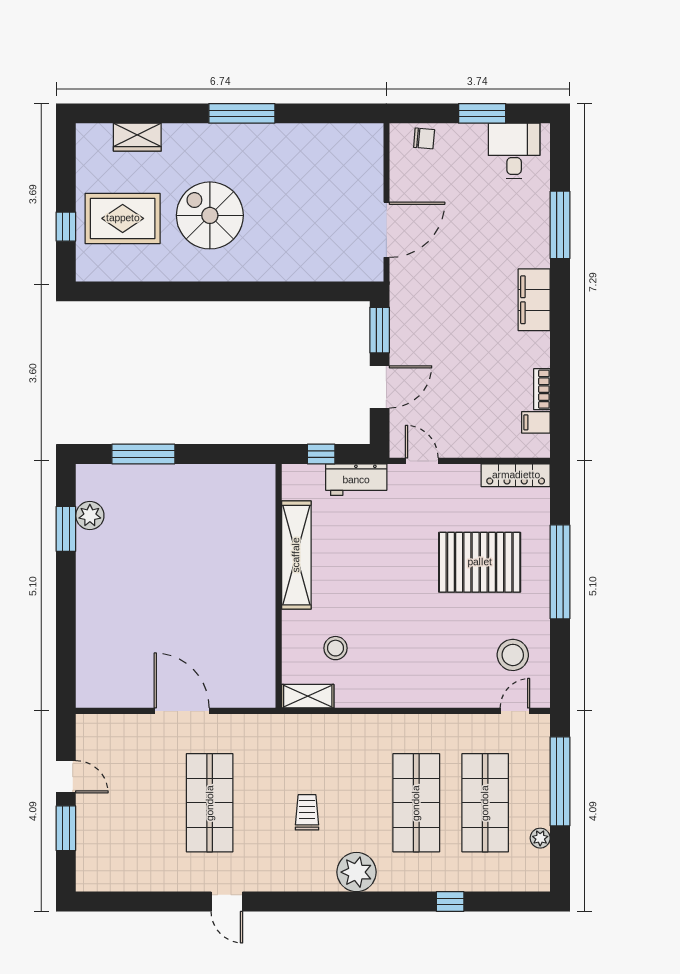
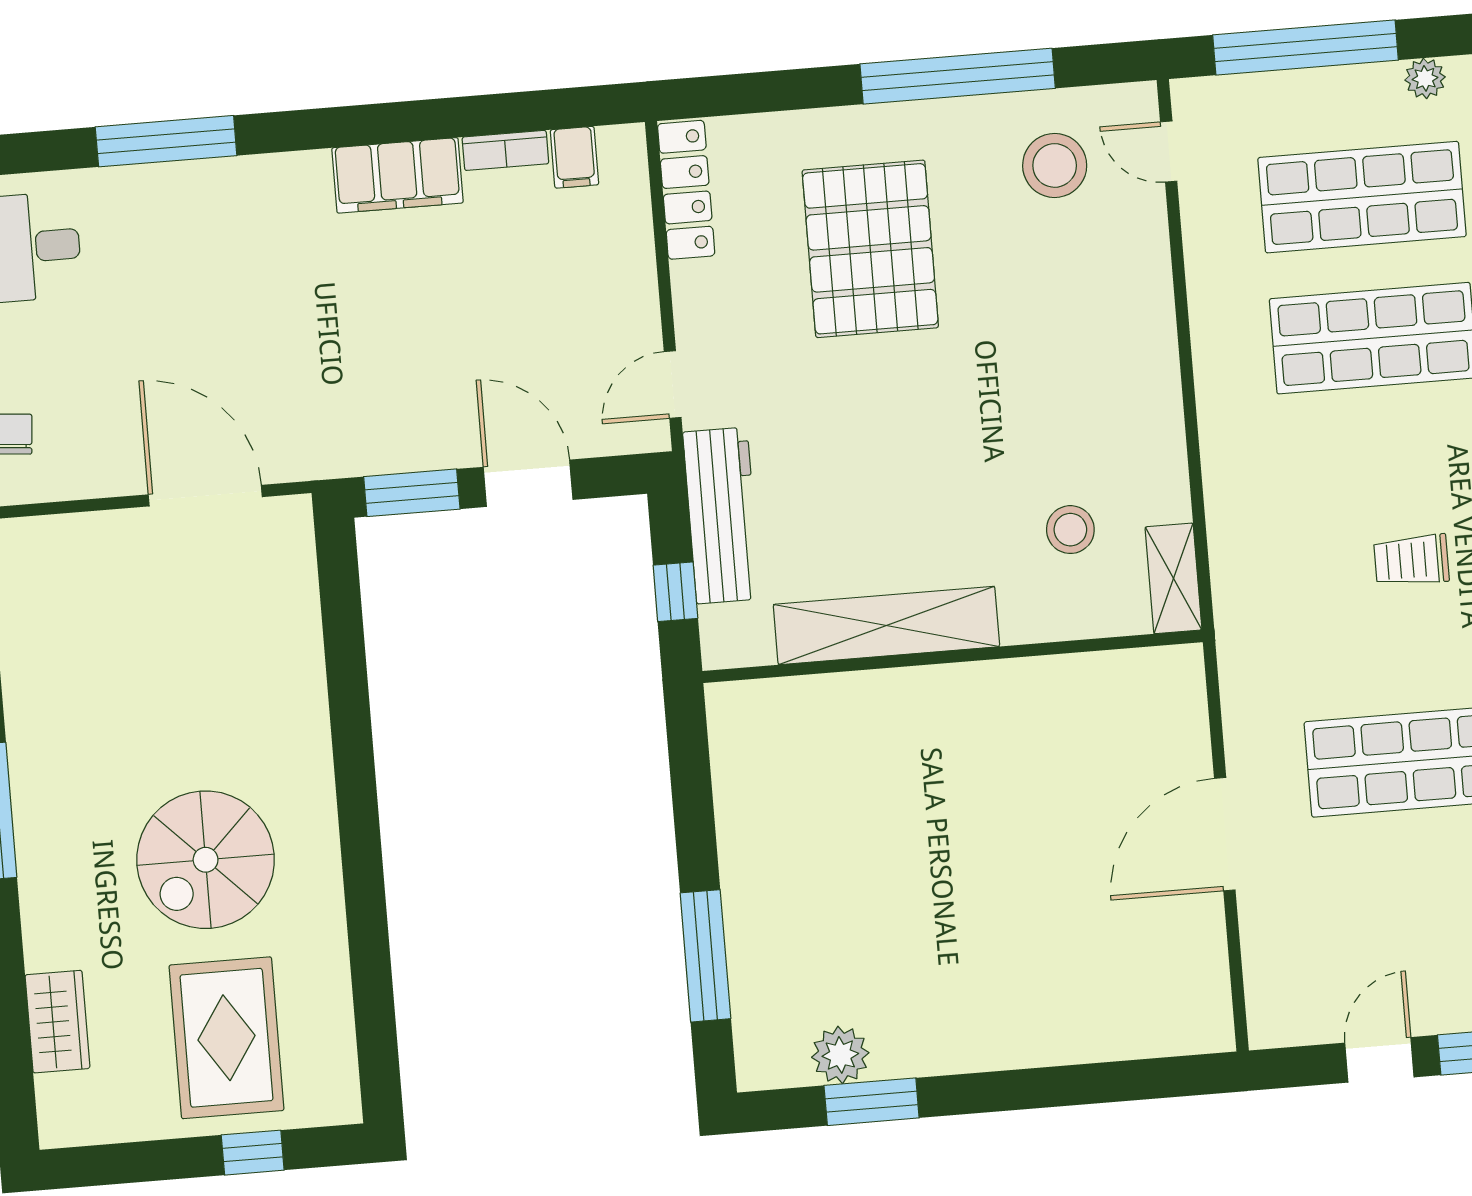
filing cabinet: (534, 300) -> (397, 175), moved
workbench: (356, 480) -> (722, 515), width x1.38
window: (560, 572) -> (958, 76), moved

